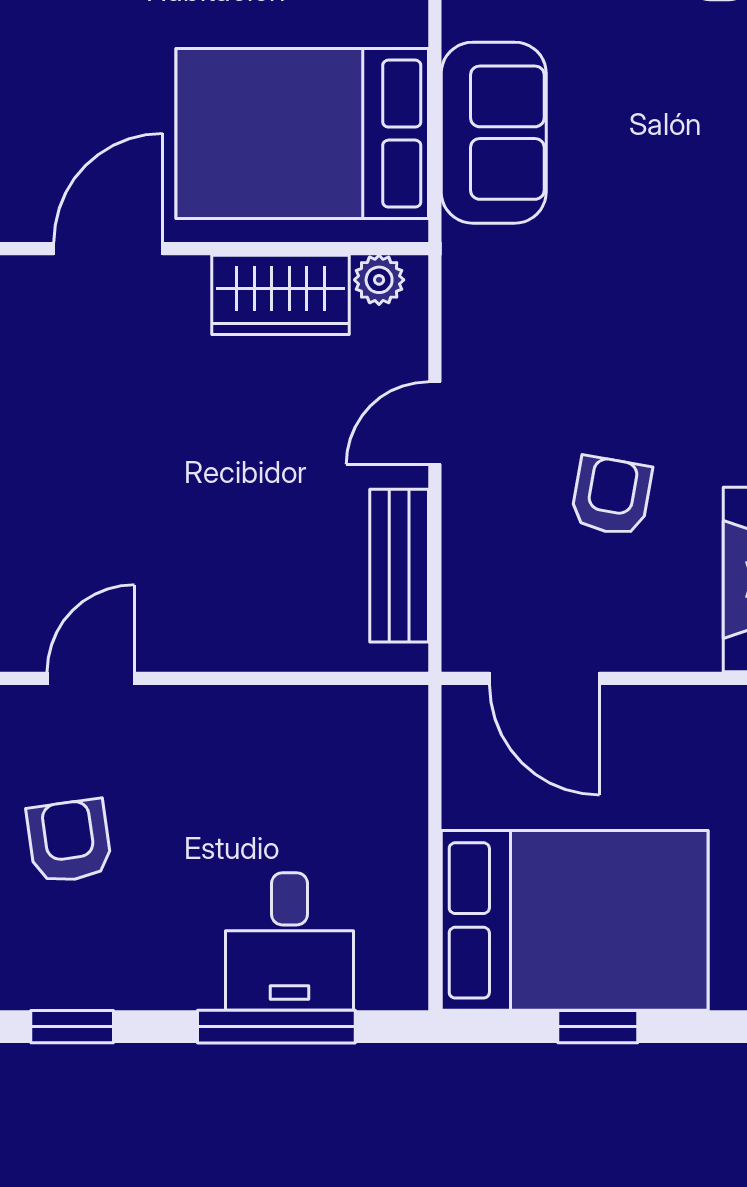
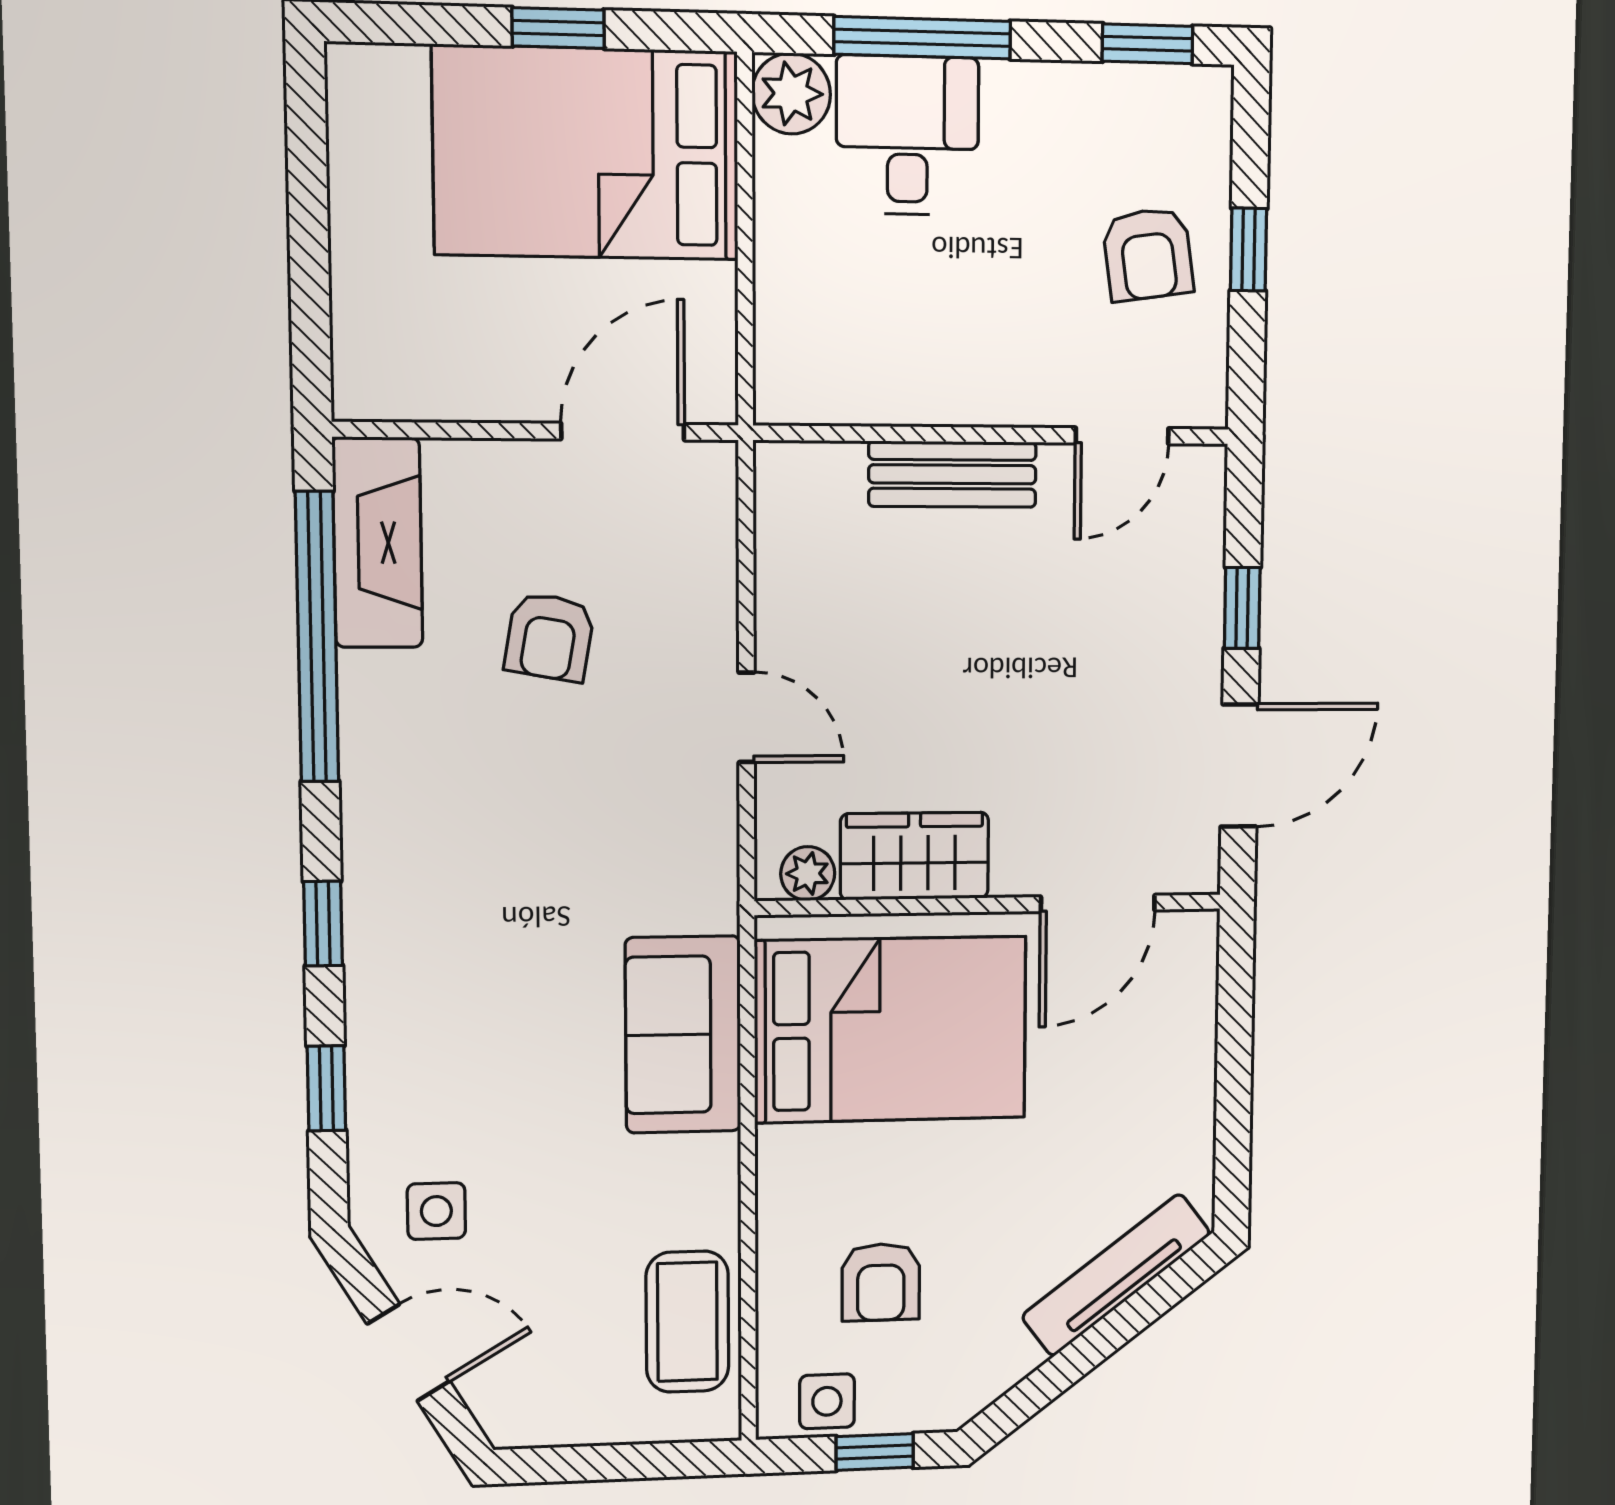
door: (435, 423) -> (746, 717), hinge flipped
bench: (399, 566) -> (952, 474), moved, turned 90
door: (544, 678) -> (623, 432), hinge flipped
plant: (393, 975) -> (791, 94), added

